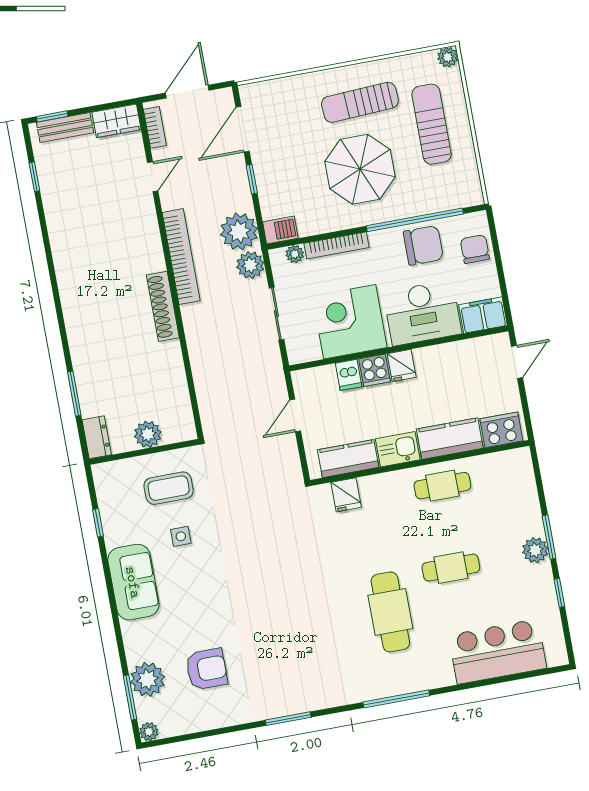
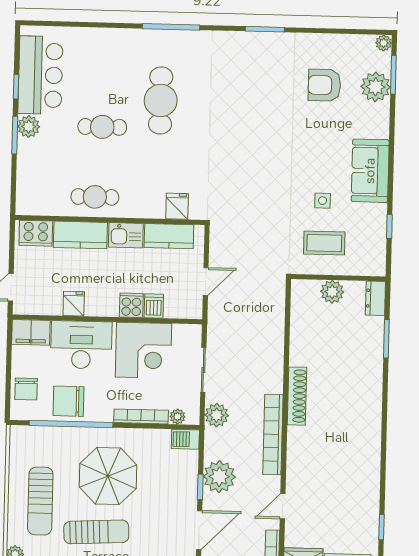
plant: (239, 232) -> (219, 477), moved
fridge: (402, 366) -> (74, 304), moved
bar counter: (497, 652) -> (40, 75), moved, turned -90

